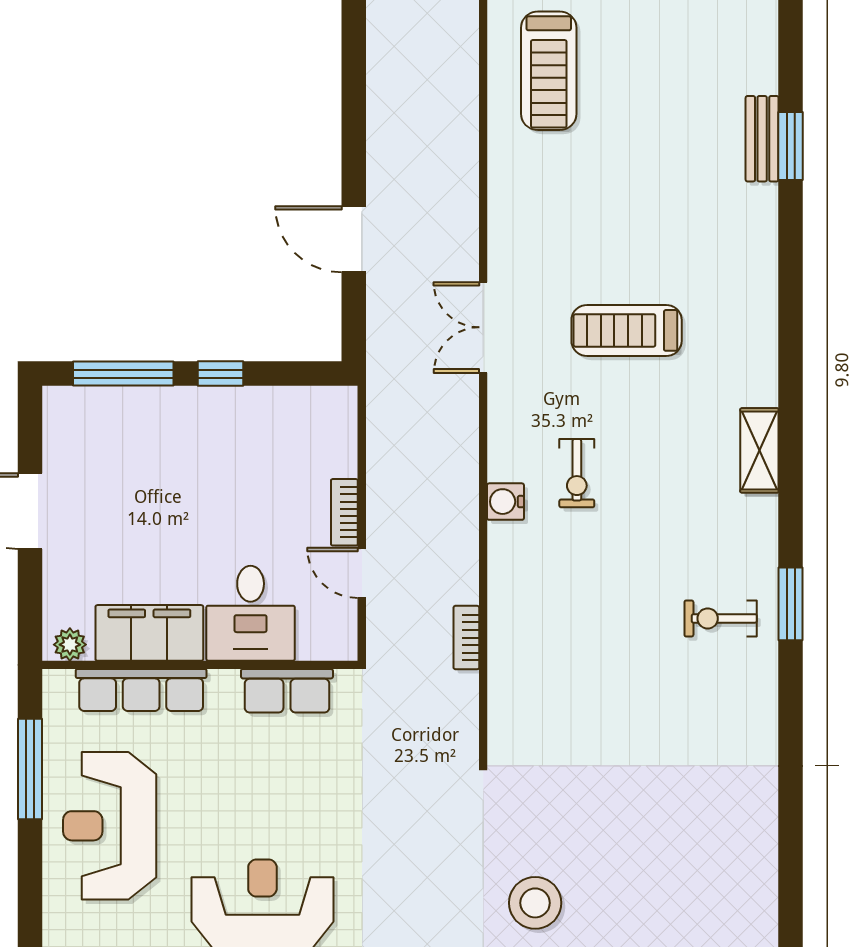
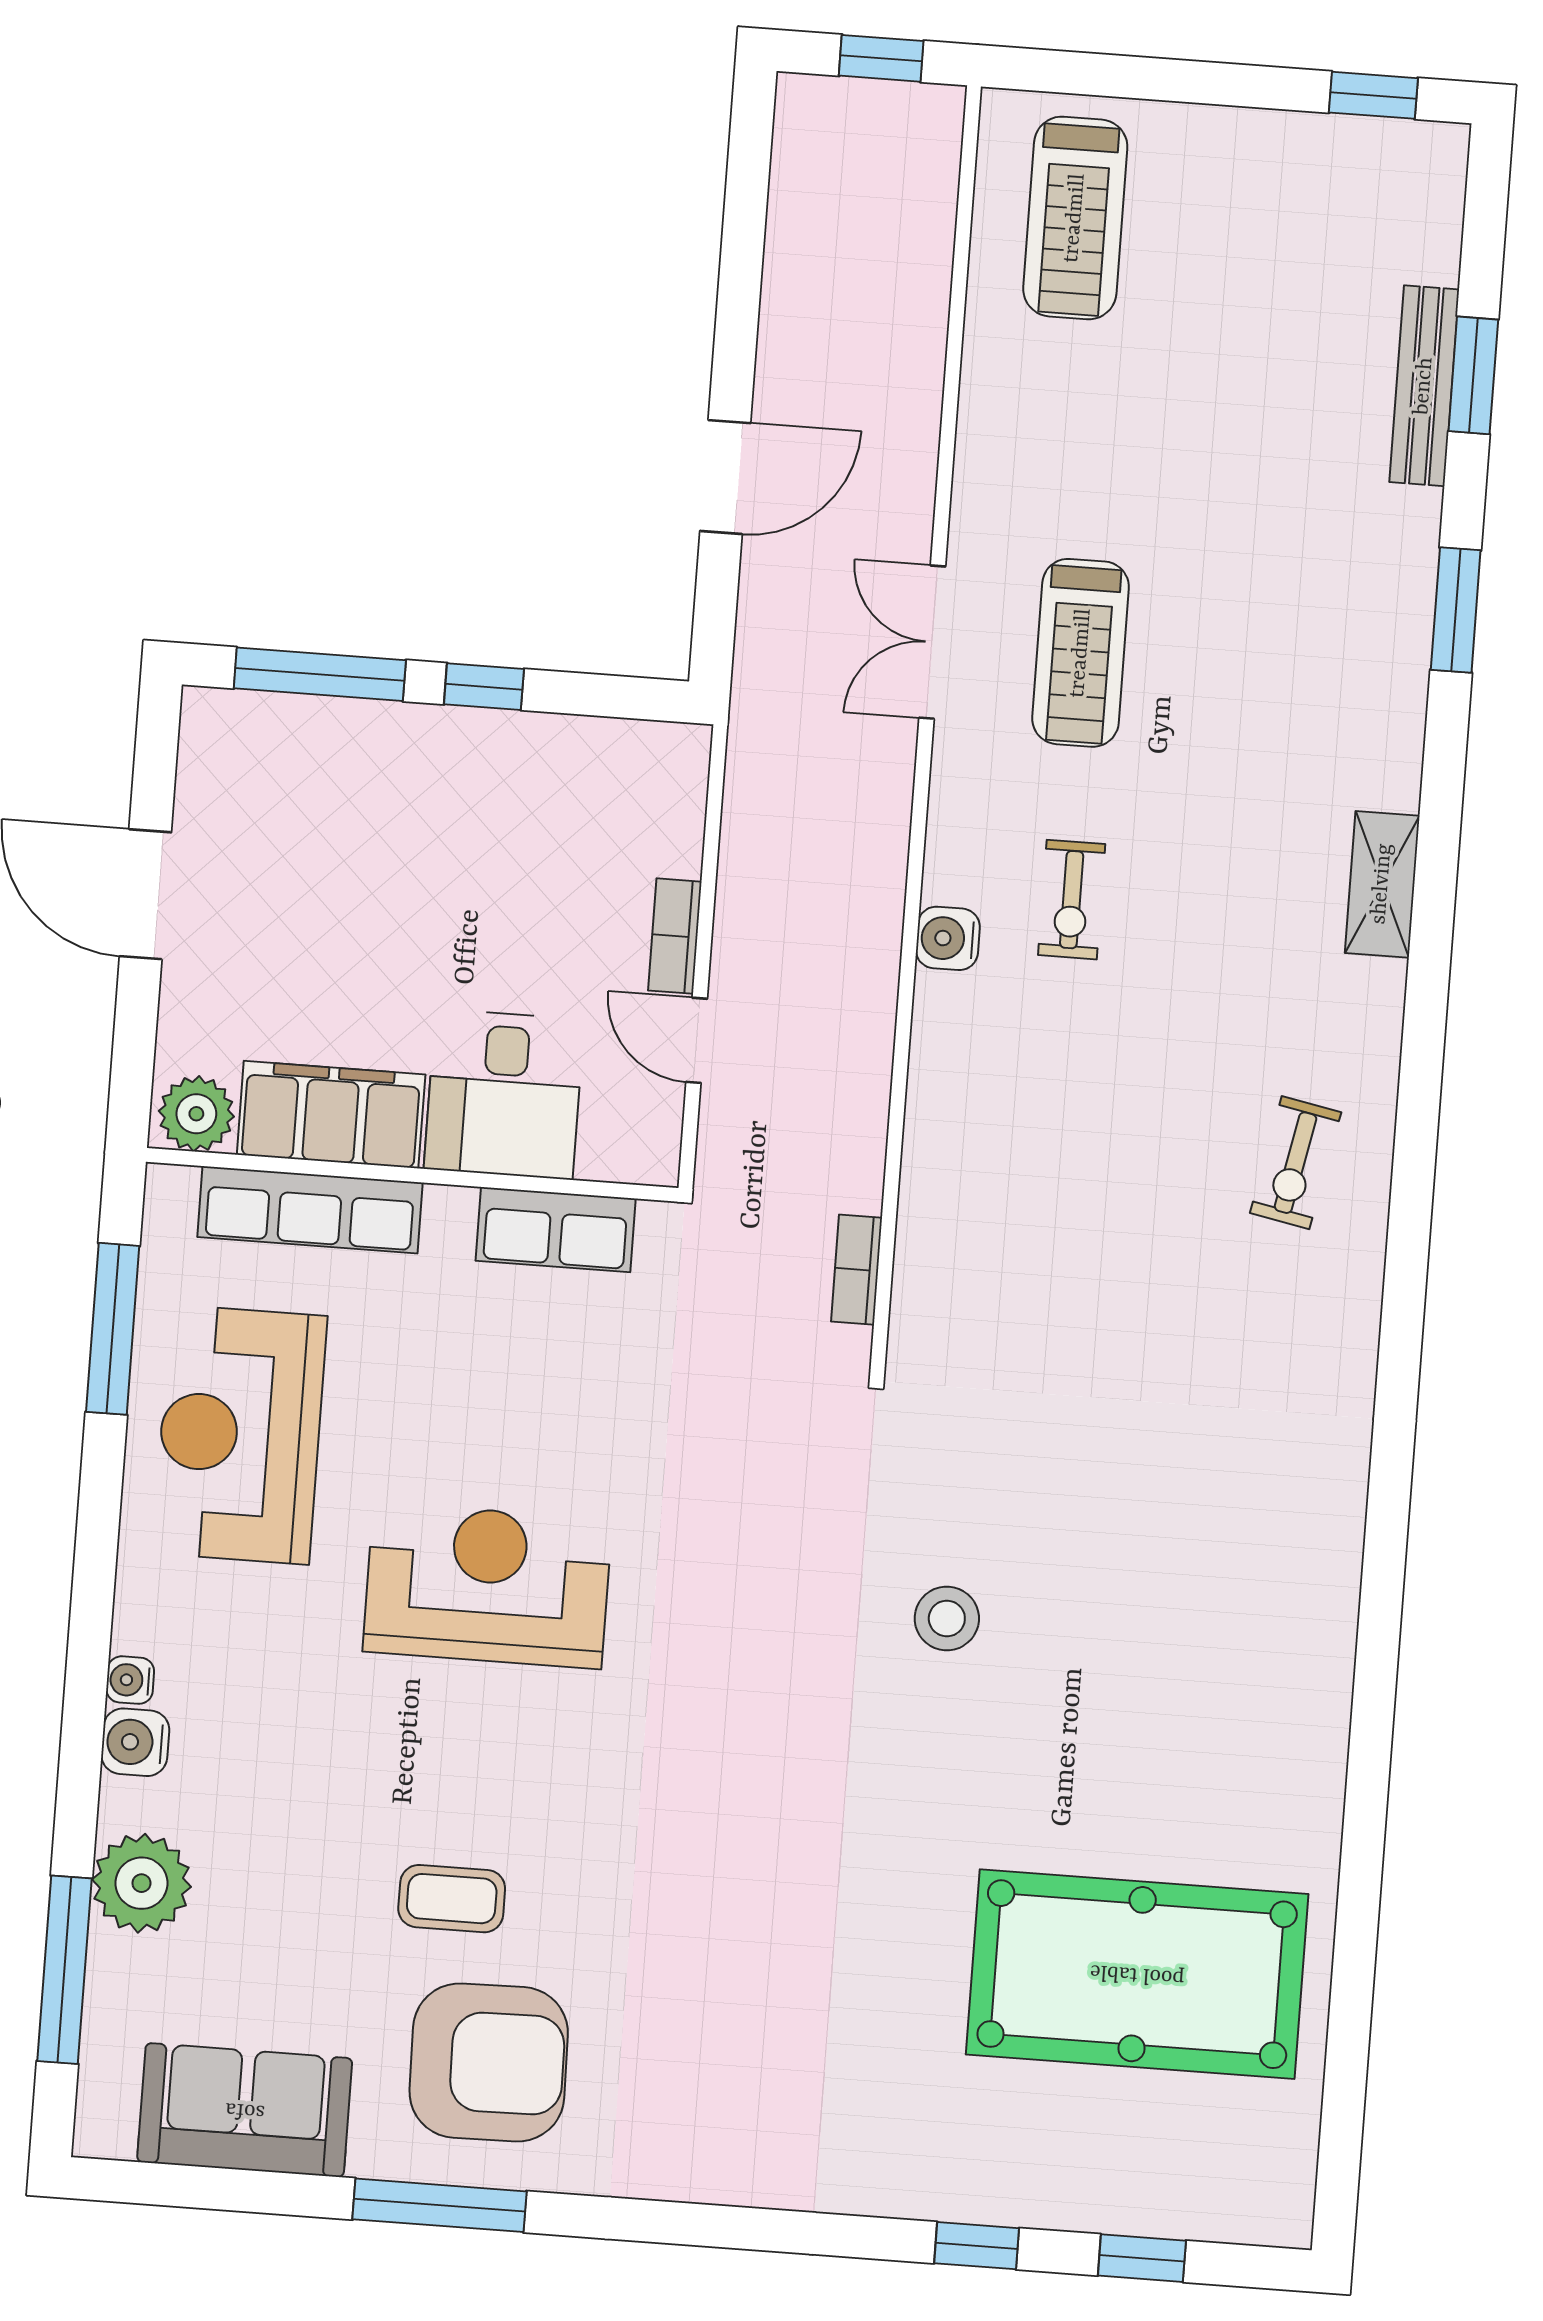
bench: (762, 139) -> (1424, 386), width x1.36
door: (354, 239) -> (725, 477), swing flipped
treadmill: (627, 330) -> (1081, 653), moved, turned -90
window: (791, 604) -> (1456, 610), moved
exercise bike: (721, 618) -> (1296, 1163), turned -79
bookcase: (466, 638) -> (857, 1270), moved
plant: (70, 645) -> (196, 1114), width x1.38, depth x1.38
stool: (535, 903) -> (947, 1618), width x0.73, depth x0.73

